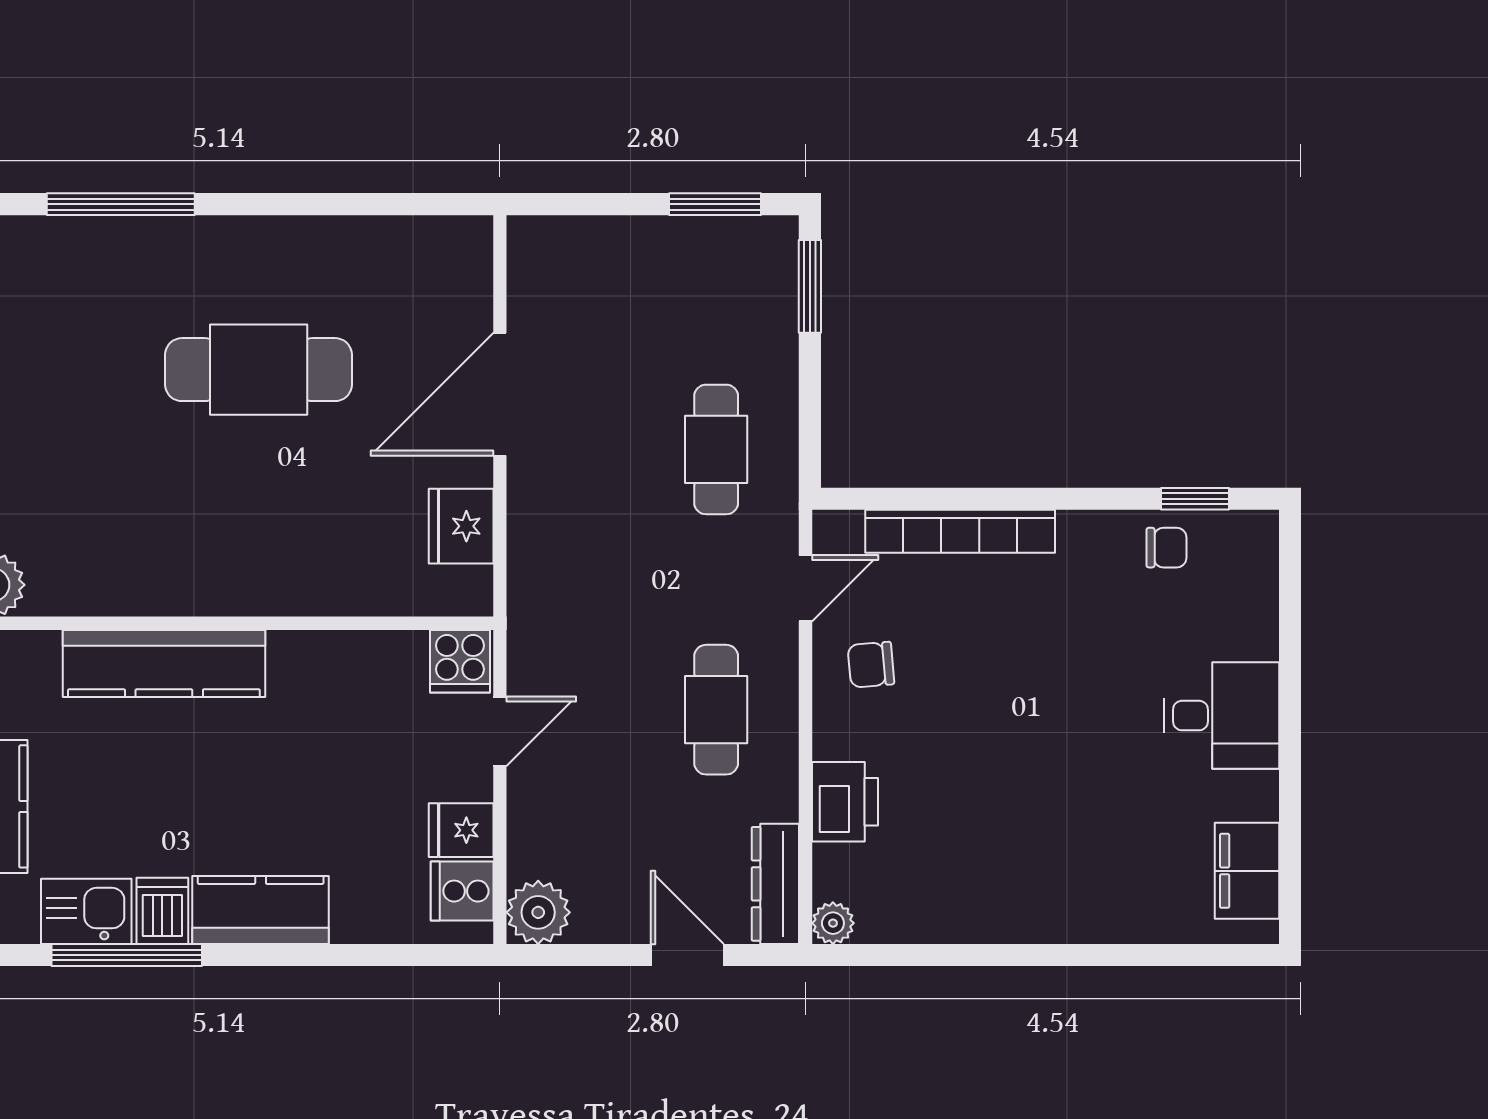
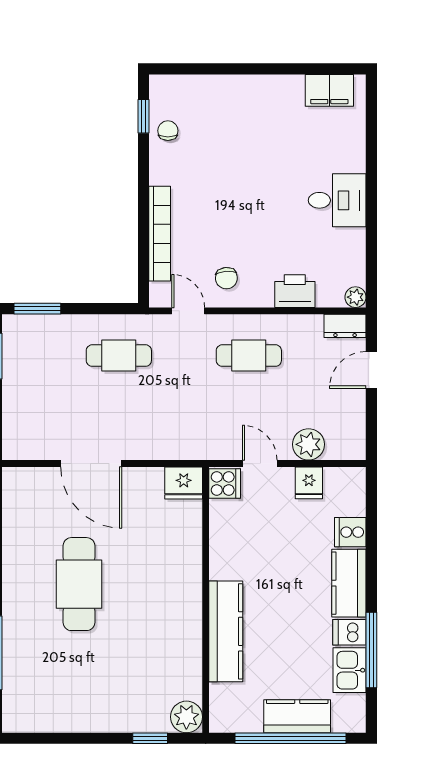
fridge: (461, 526) -> (184, 483), moved
desk: (1222, 716) -> (337, 200), moved, turned 90
dresser: (775, 884) -> (345, 326), width x0.70
cooker: (462, 891) -> (350, 532), moved, turned 90
plant: (538, 912) -> (309, 444), moved

